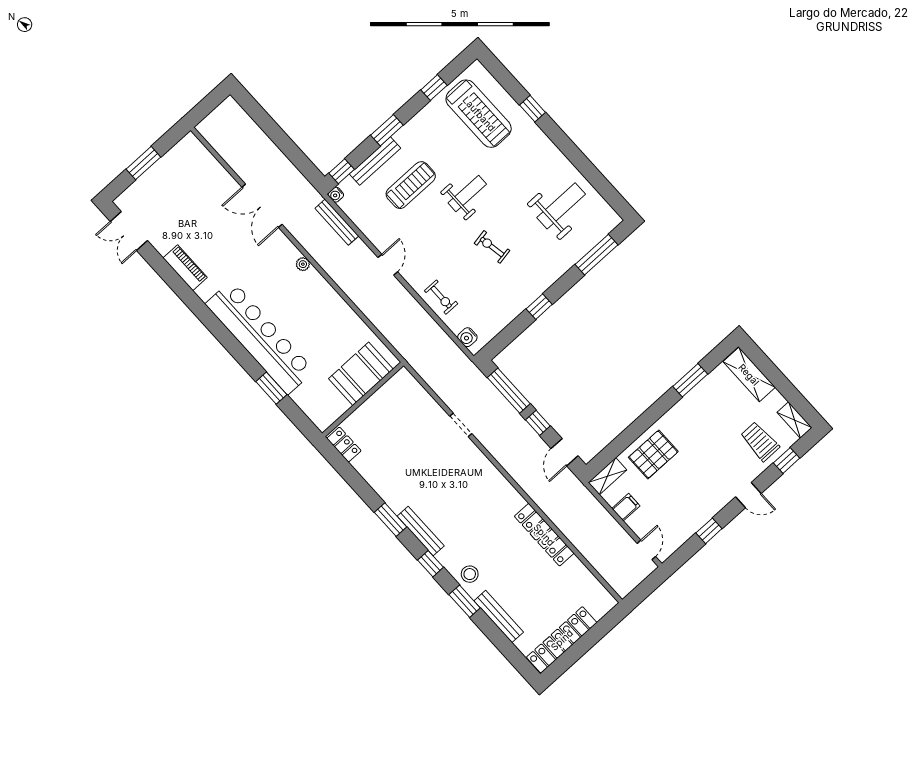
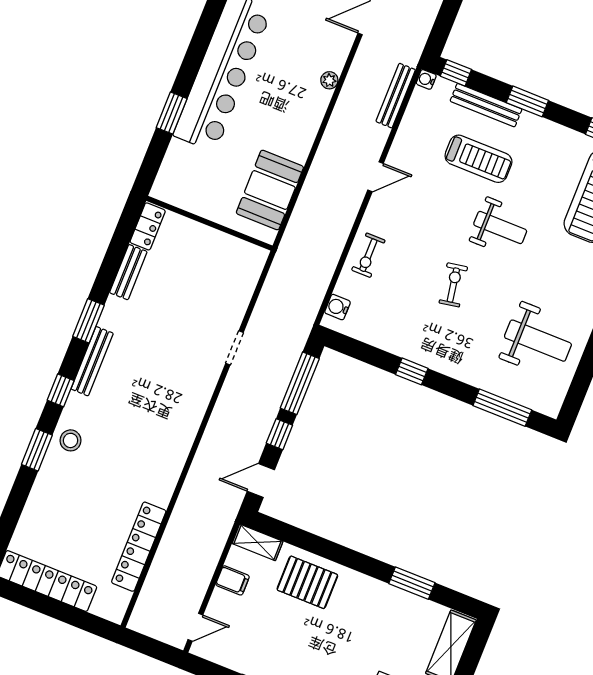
booth: (361, 374) -> (270, 190), moved, turned 90
locker: (544, 535) -> (139, 547), moved
bench: (499, 616) -> (128, 272), moved, width x0.73

